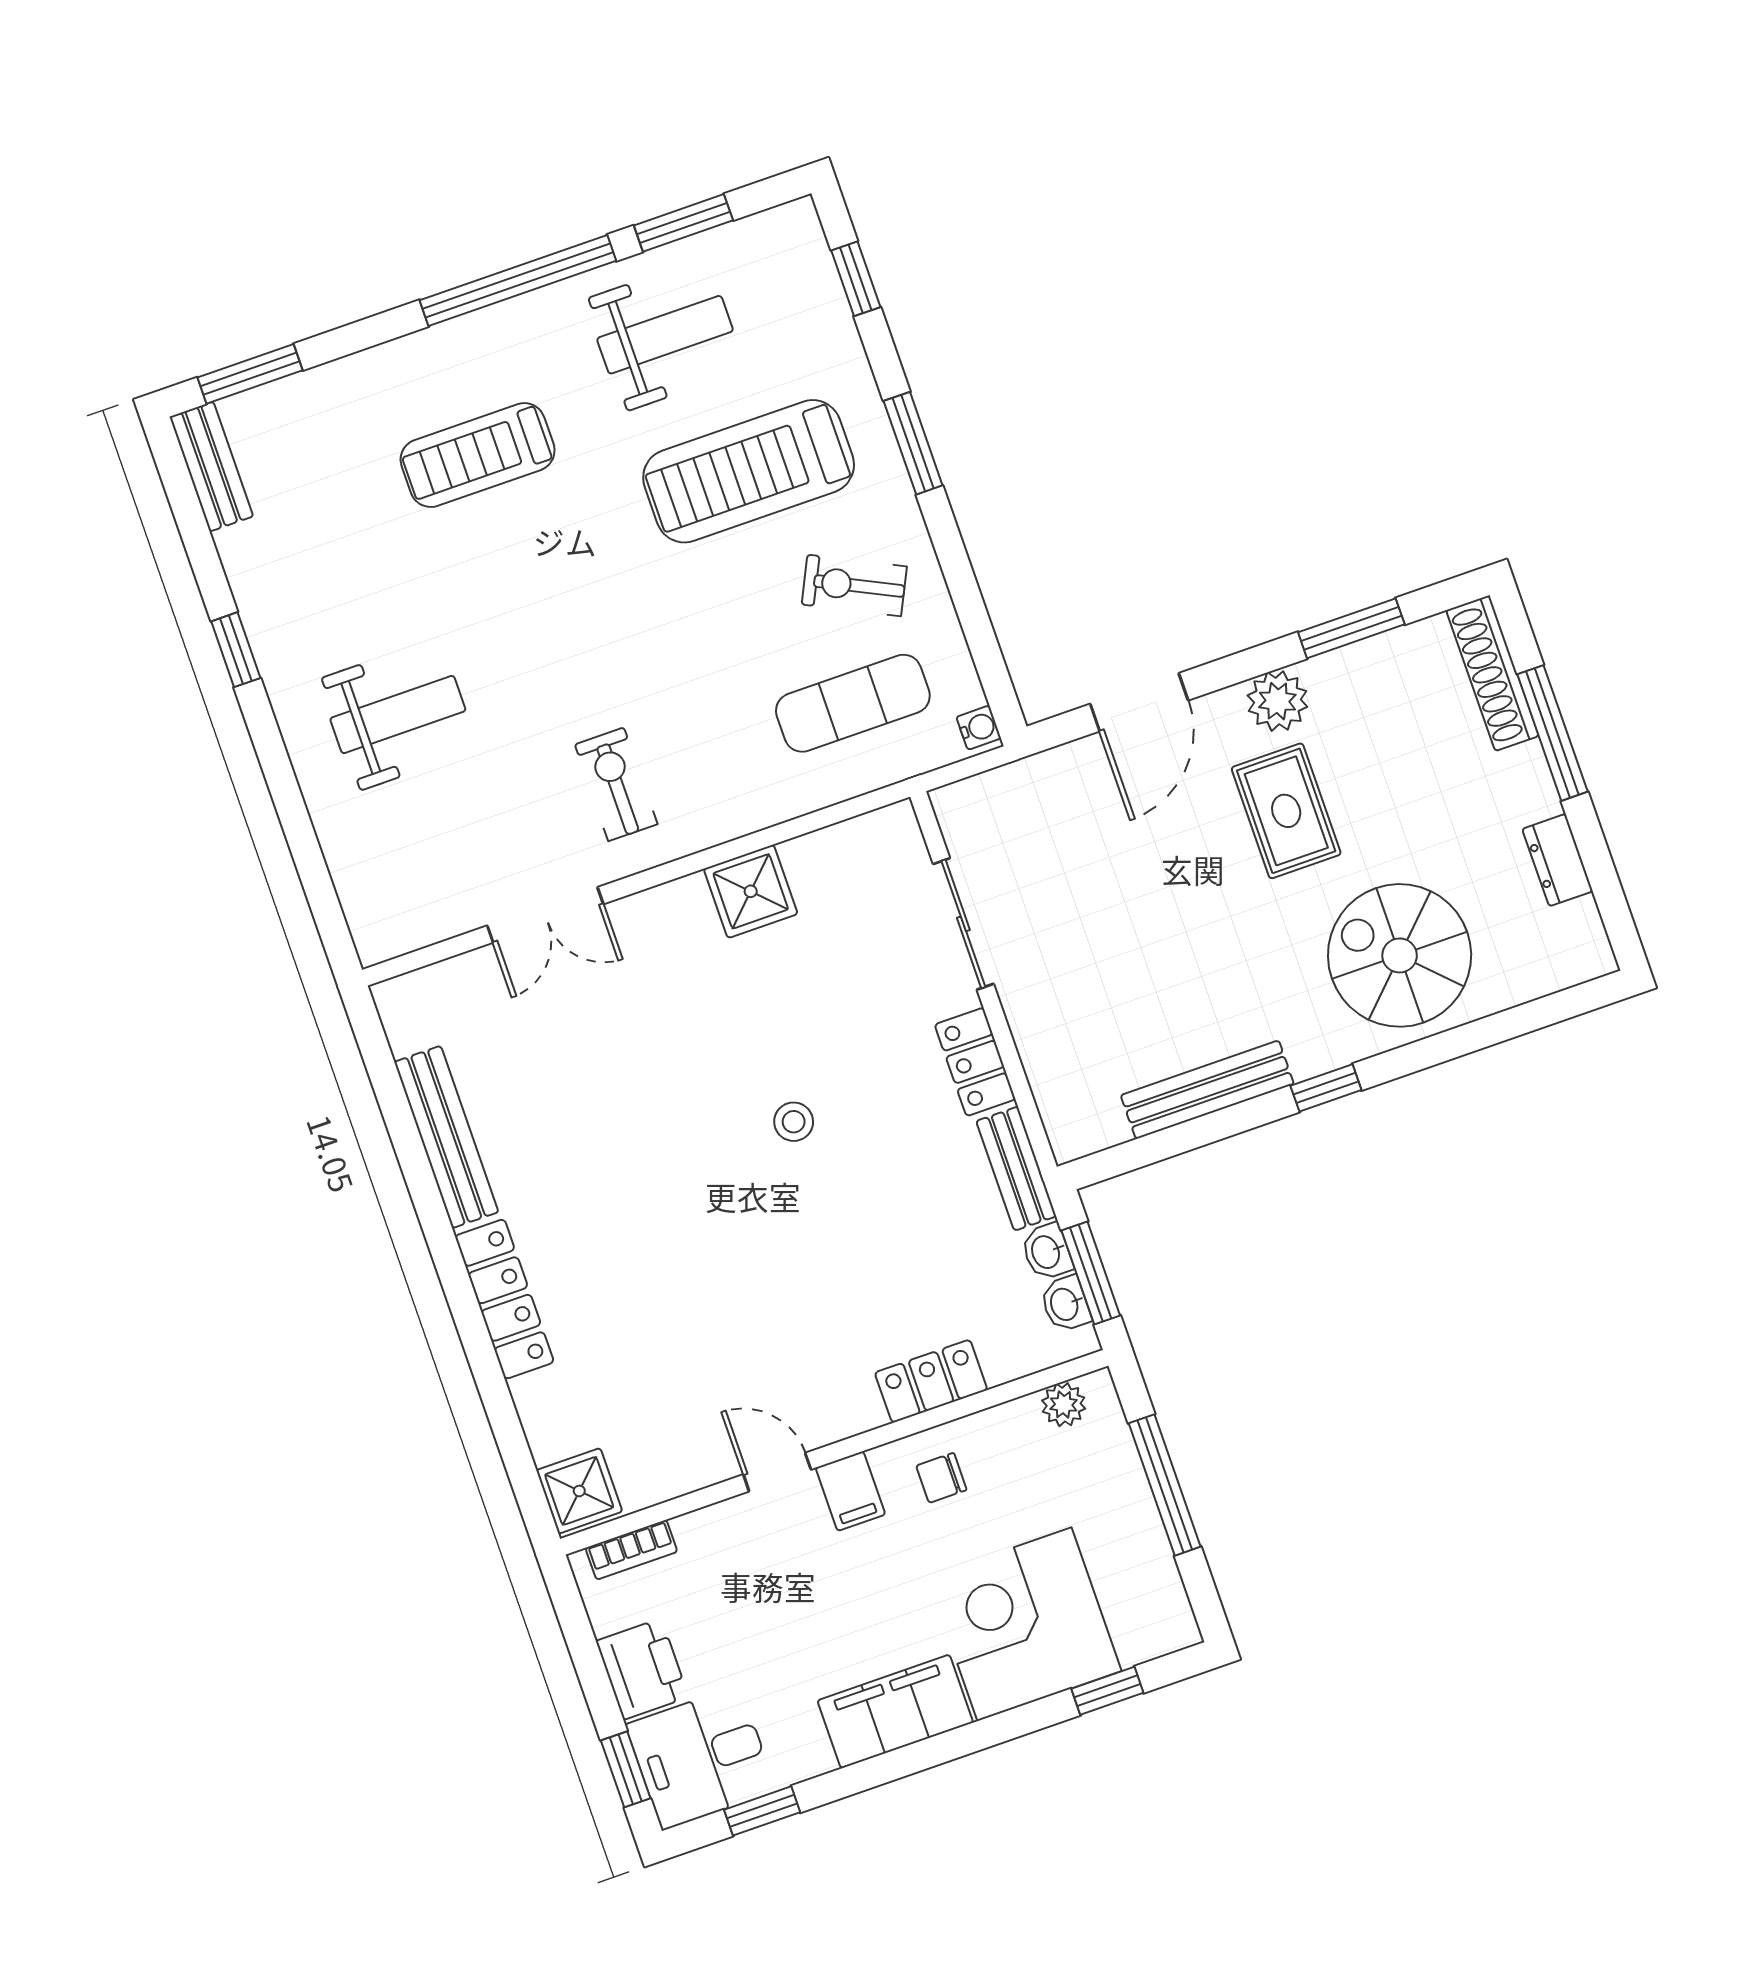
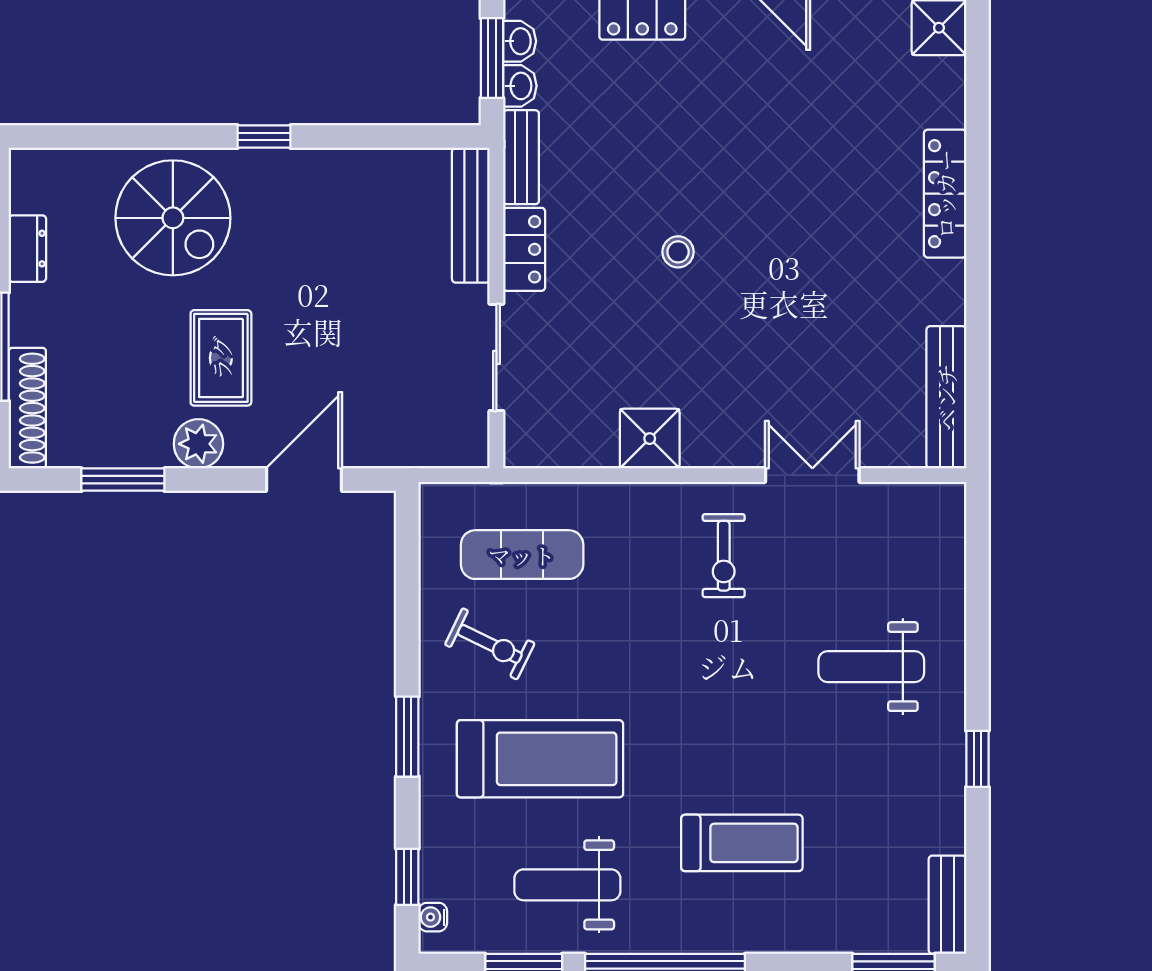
water cooler: (979, 728) -> (433, 917), moved
bench: (1207, 1090) -> (471, 215), moved, turned 90
bench: (446, 1137) -> (946, 397), moved

